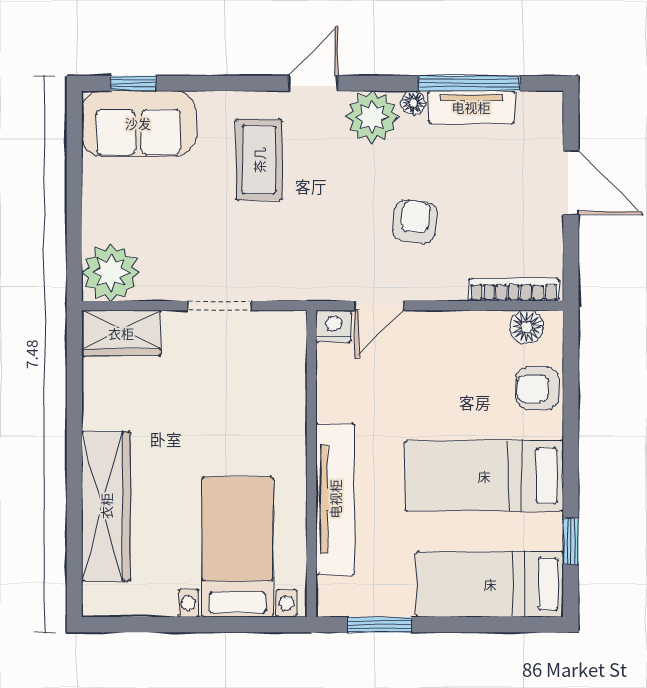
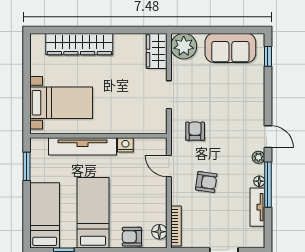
window: (469, 83) -> (268, 185), moved
plant: (372, 117) -> (258, 157), width x0.53, depth x0.53
sofa: (138, 123) -> (230, 48), moved, turned -90
coffee table: (259, 160) -> (234, 112), removed
armchair: (301, 247) -> (195, 131), added
nightstand: (333, 326) -> (125, 145), moved, turned -90
armchair: (538, 388) -> (132, 237), turned -90

